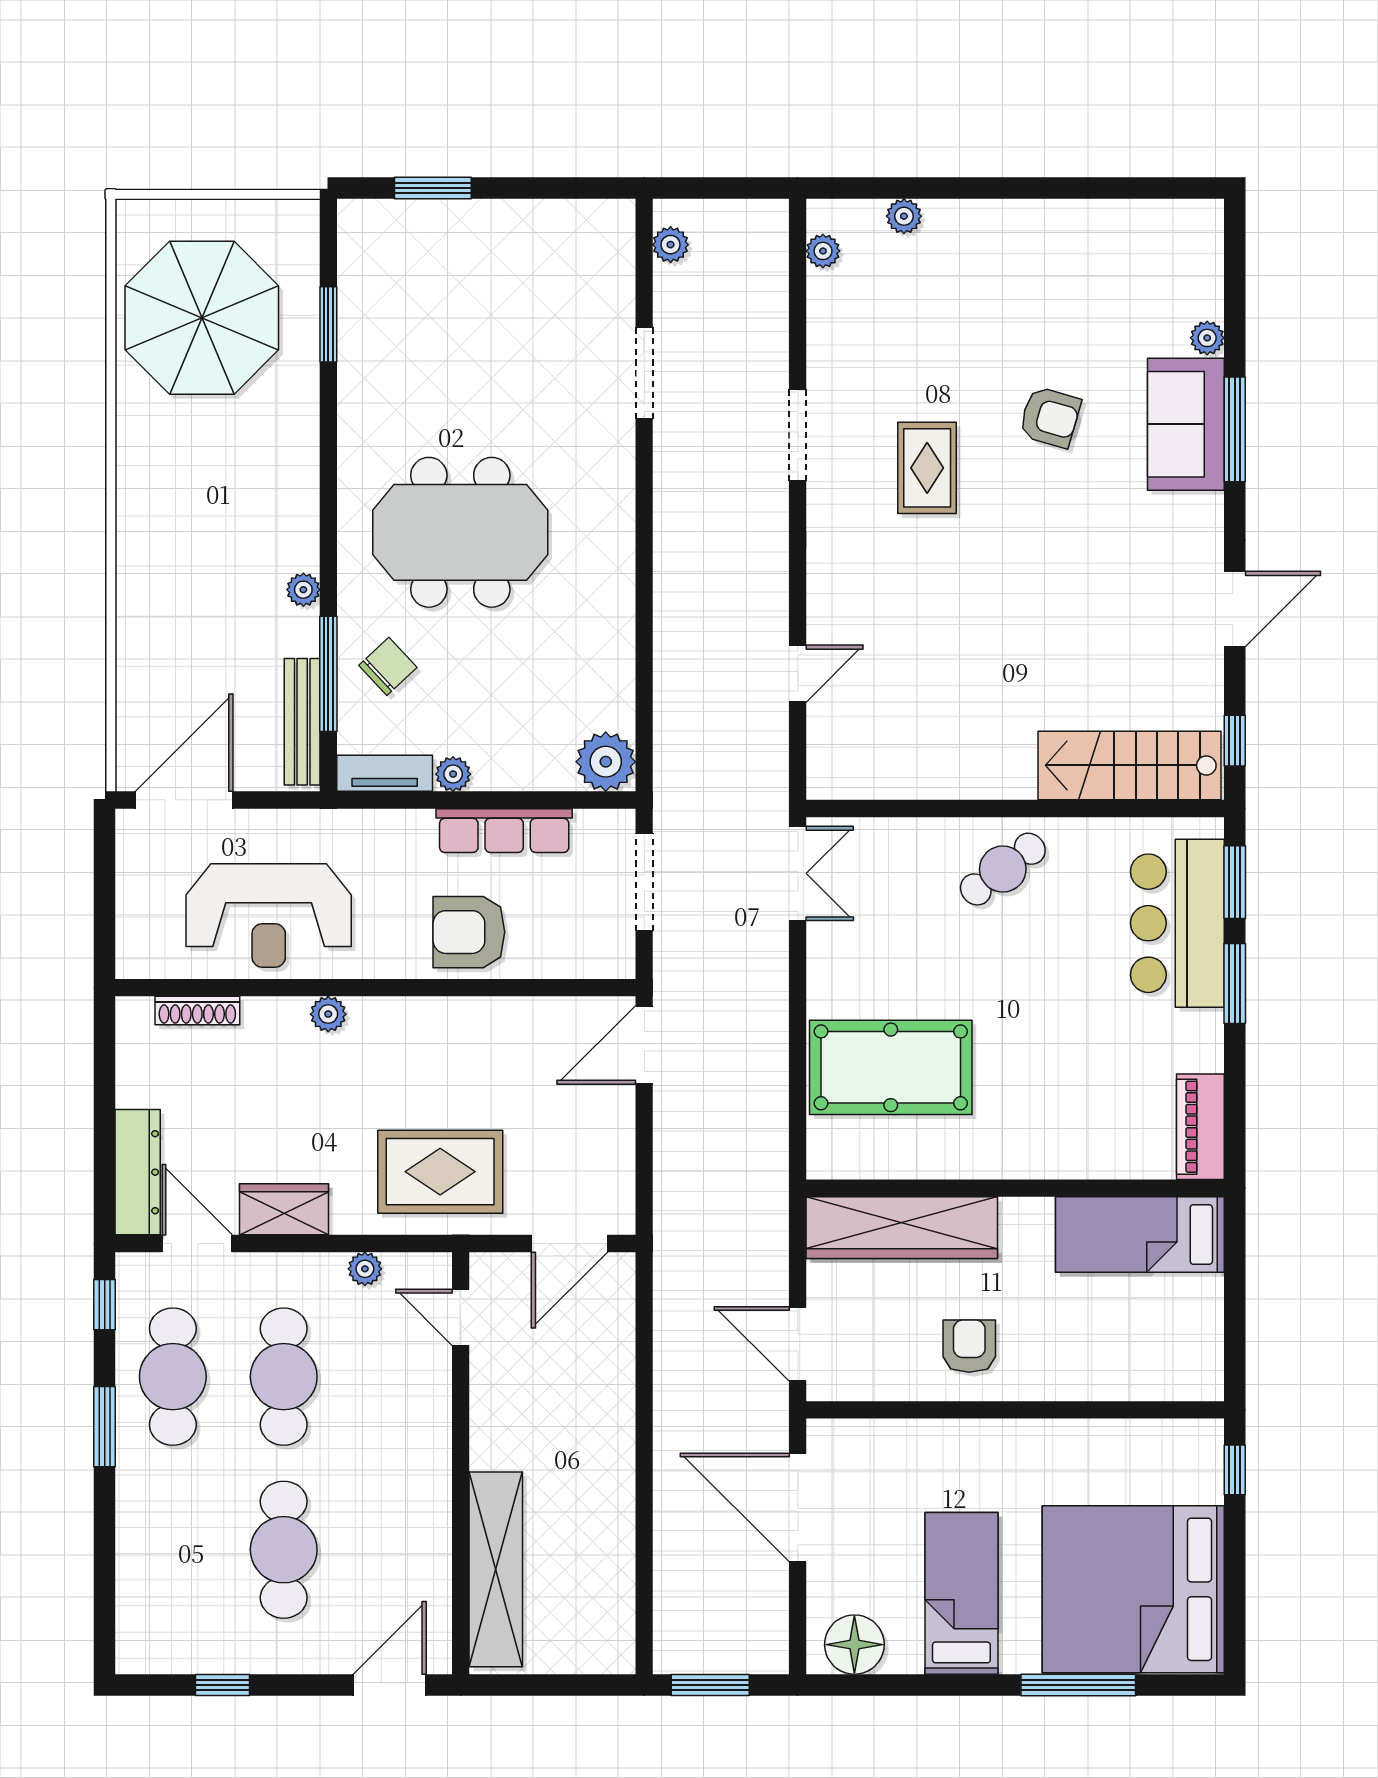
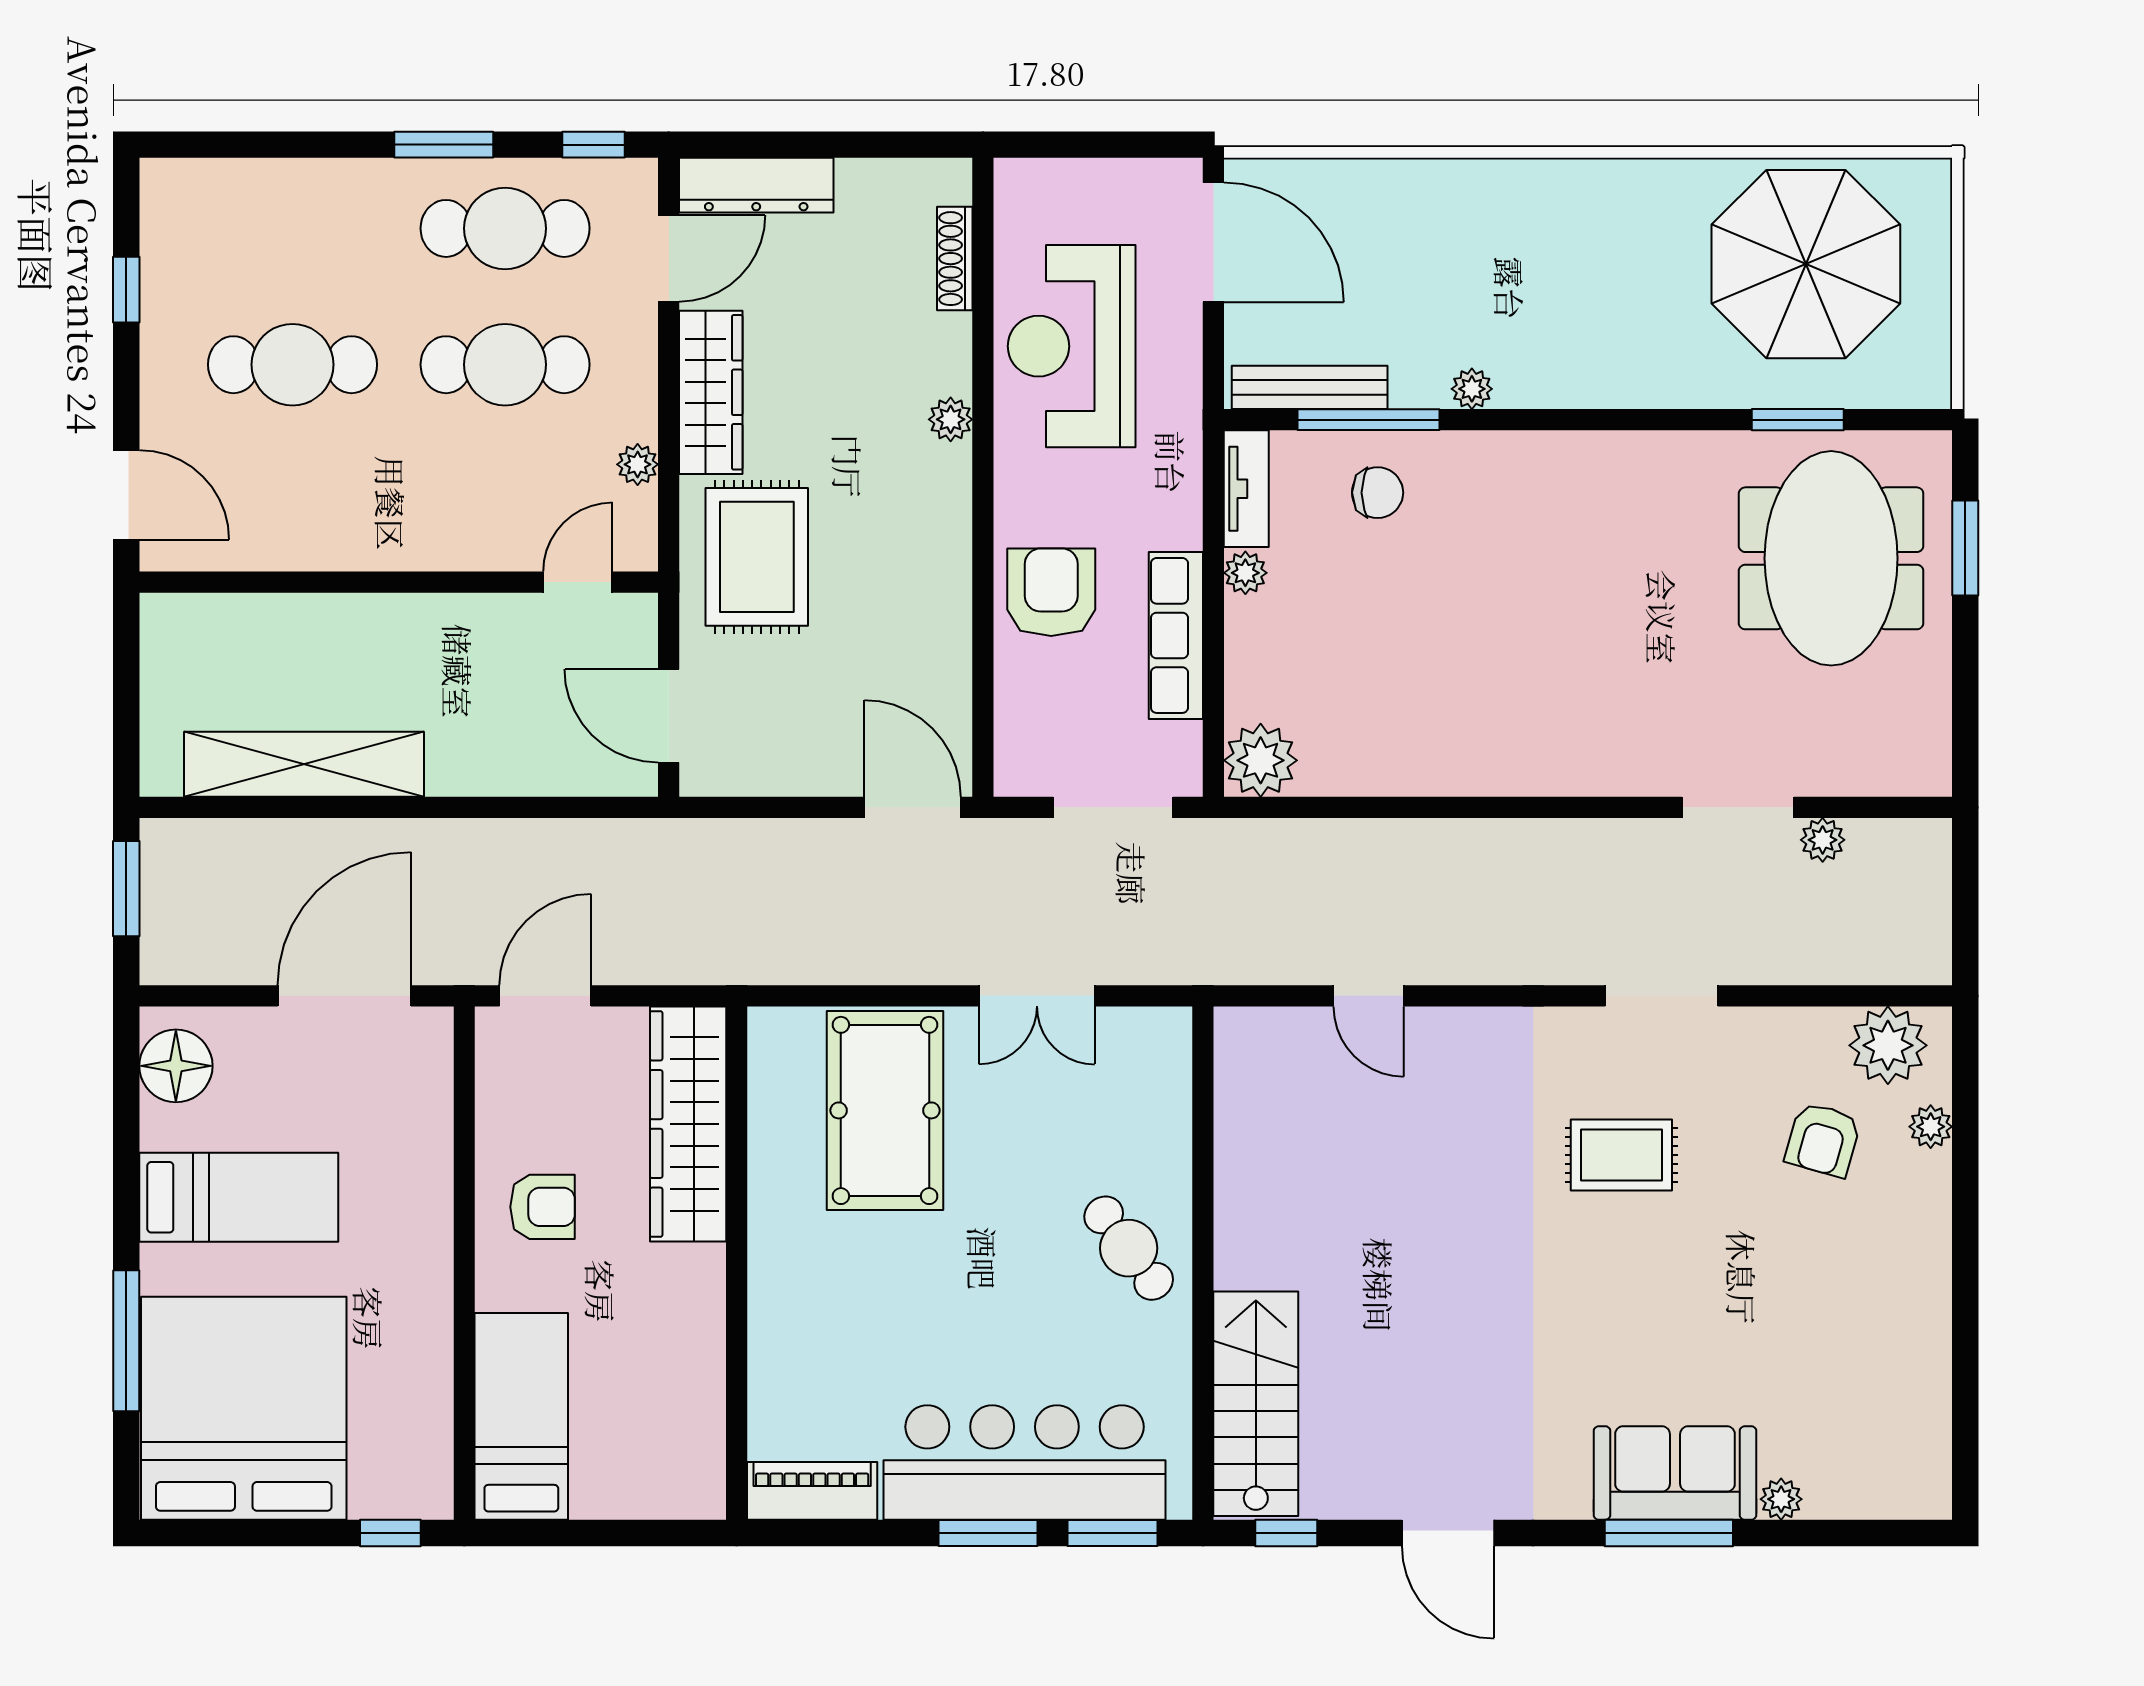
plant: (671, 245) -> (1823, 840), moved
plant: (823, 251) -> (1888, 1045), width x1.87, depth x1.87
armchair: (1050, 417) -> (1823, 1140), moved
meeting table: (460, 532) -> (1831, 558), moved
chair: (388, 666) -> (1378, 493), turned -47
double door: (798, 873) -> (1037, 996), moved
bar counter: (1177, 923) -> (1025, 1462), width x1.36
wardrobe: (284, 1209) -> (711, 392), width x1.50
bed: (1140, 1235) -> (521, 1416), moved
shelving: (496, 1569) -> (304, 764), moved

